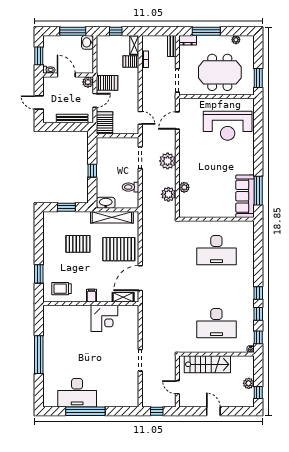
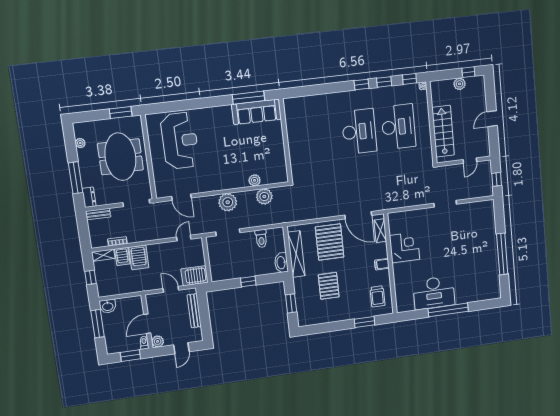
plant: (88, 82) -> (158, 341), moved
server rack: (107, 83) -> (139, 257), moved, turned 180
desk: (216, 250) -> (359, 132), moved
desk: (77, 393) -> (434, 293), moved, turned 90

